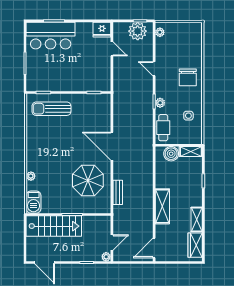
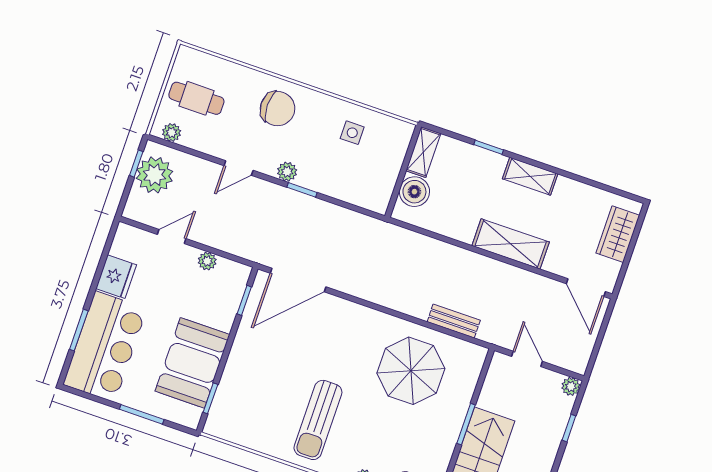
fridge: (102, 30) -> (116, 277), moved
plant: (106, 69) -> (207, 261), added
booth: (57, 78) -> (192, 363), added
plant: (160, 103) -> (287, 172), moved
sun lounger: (51, 109) -> (318, 420), moved
cafe table: (163, 128) -> (196, 98), moved
door: (112, 146) -> (298, 280), moved
shelving: (197, 219) -> (530, 176), moved
door: (112, 243) -> (527, 359), moved
wardrobe: (195, 245) -> (618, 234), moved, turned 90

